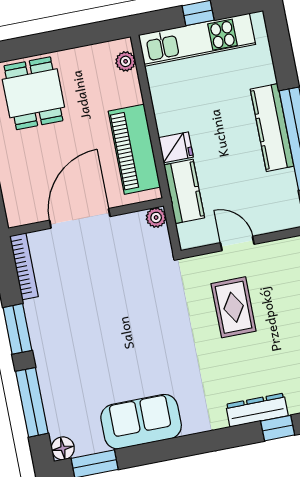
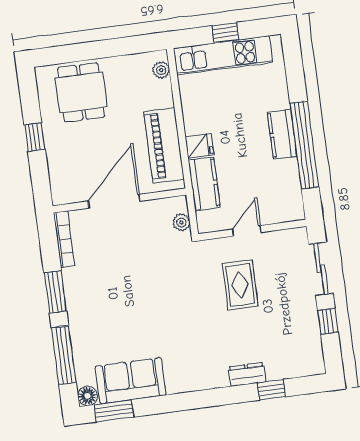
kitchen counter: (272, 128) -> (282, 134), width x0.67
plant: (156, 218) -> (181, 222), moved
door: (237, 244) -> (247, 231), hinge flipped
dresser: (257, 410) -> (247, 374), width x0.70
sofa: (141, 422) -> (131, 381), moved

